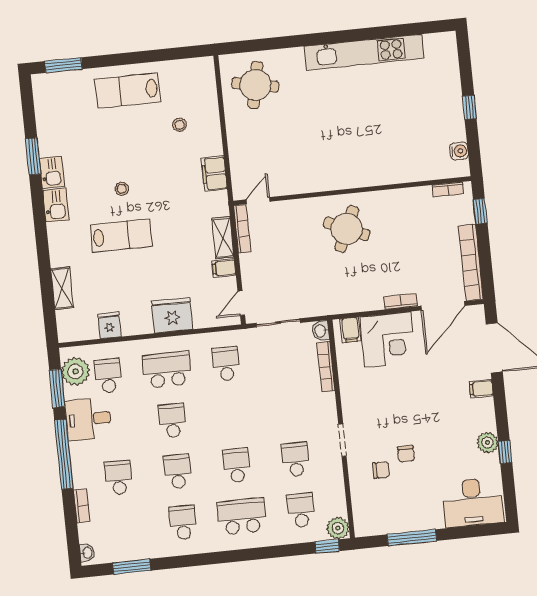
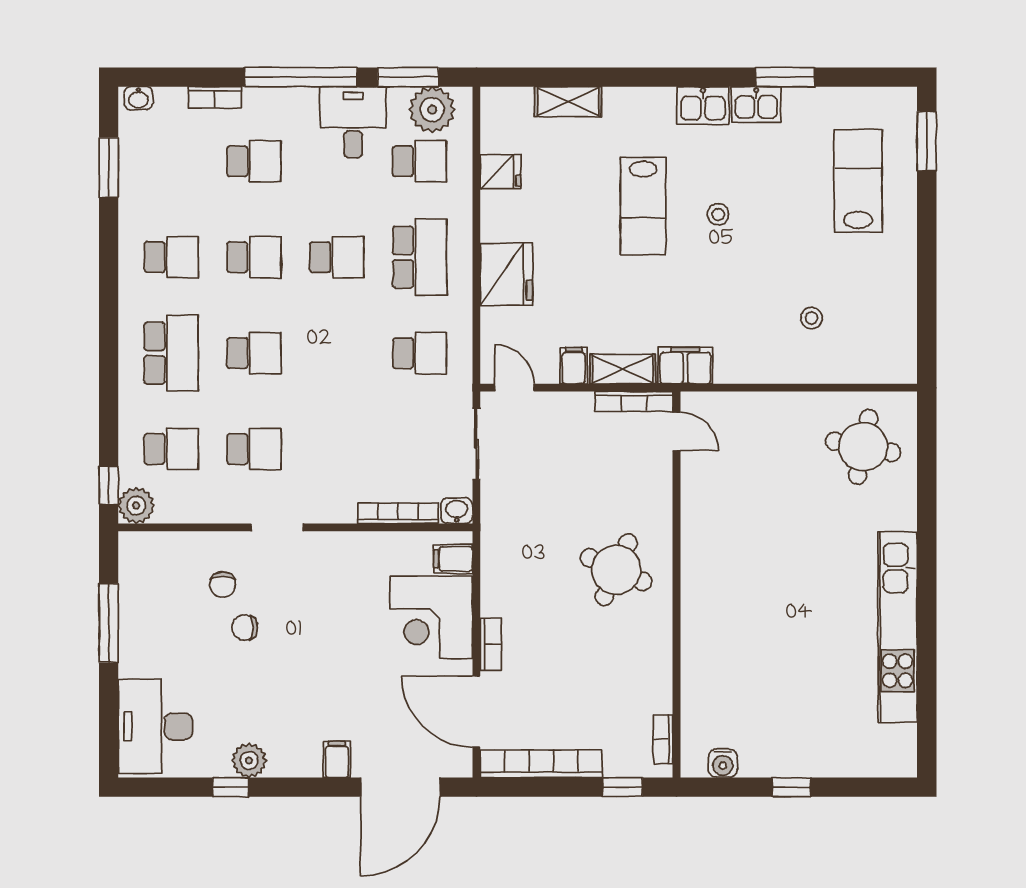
lab bench: (128, 91) -> (858, 181), moved
filing cabinet: (214, 174) -> (685, 366), moved

